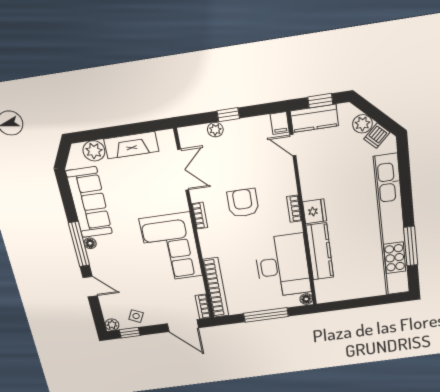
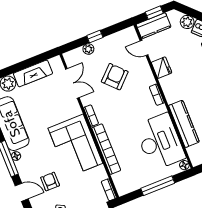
filing cabinet: (280, 123) -> (131, 34), removed
armchair: (243, 203) -> (115, 77), moved, turned 46
fridge: (315, 211) -> (162, 68), moved
armchair: (129, 282) -> (50, 182), added
bookcase: (216, 288) -> (106, 149), moved

